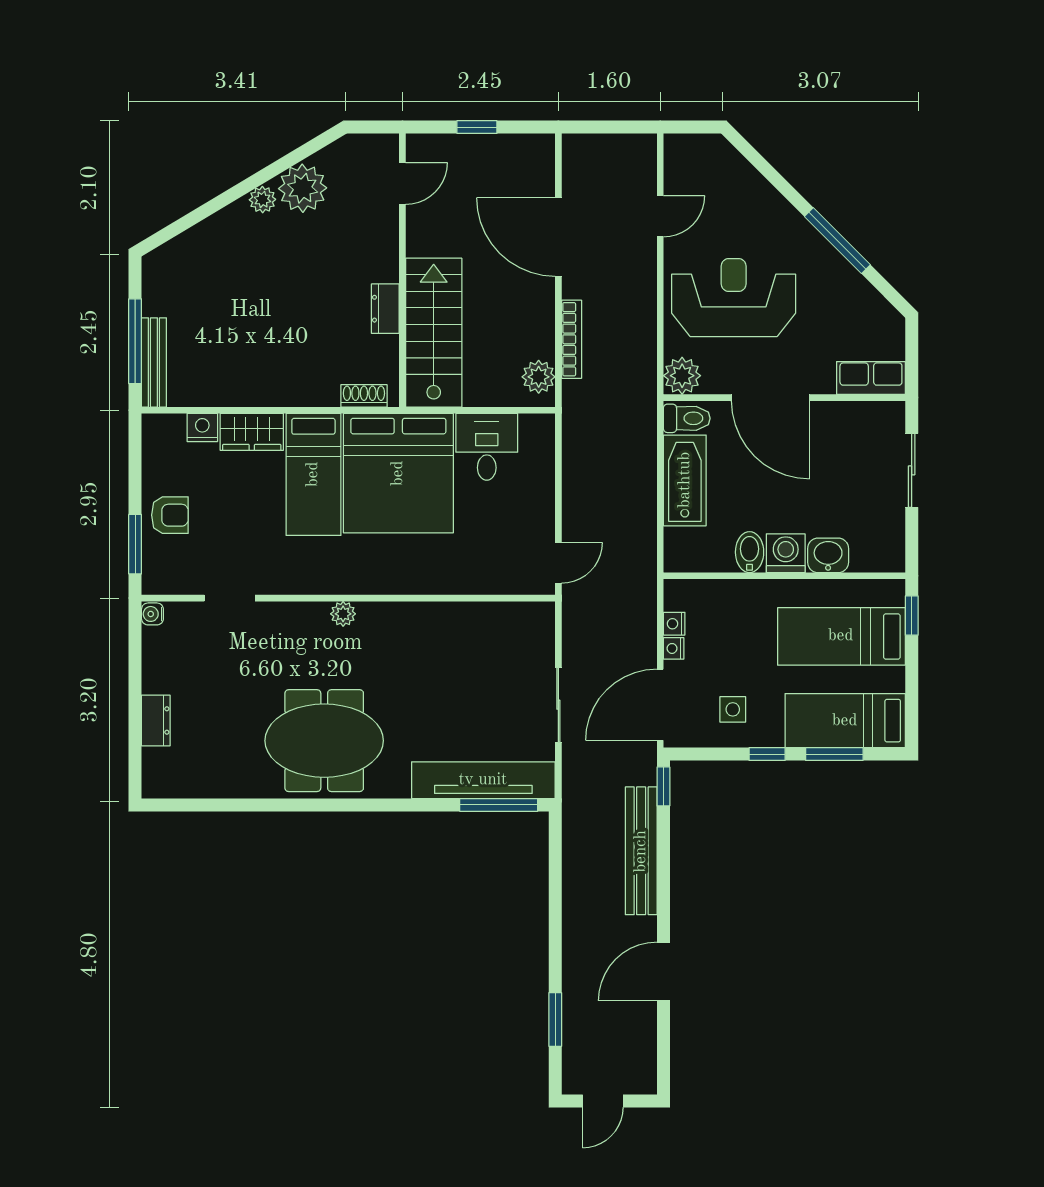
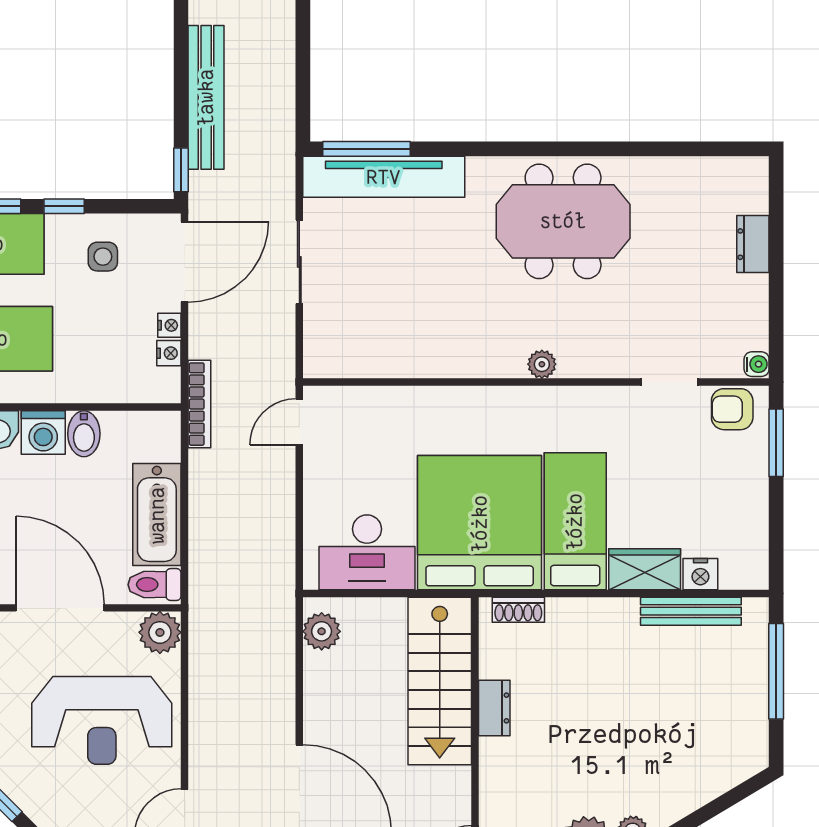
bookcase: (572, 339) -> (199, 404), moved, turned 180
bench: (154, 362) -> (691, 611), moved, turned 90
desk: (487, 447) -> (367, 552), width x1.37
armchair: (170, 515) -> (732, 409), moved

